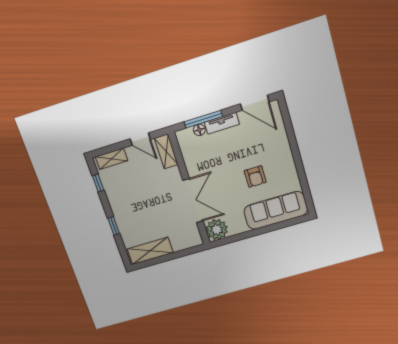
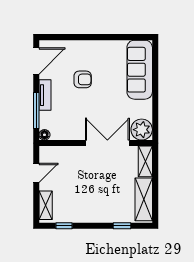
floor lamp: (199, 130) -> (44, 135), moved
shelving: (166, 151) -> (145, 161), moved, turned 90
armchair: (255, 177) -> (83, 79), moved
window: (114, 226) -> (122, 226), moved

